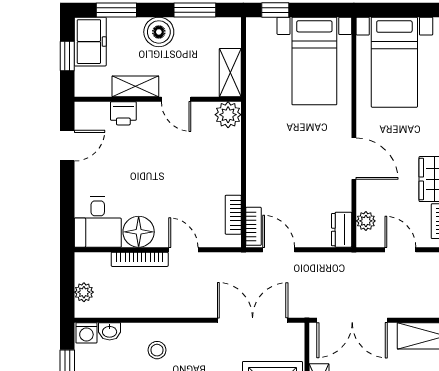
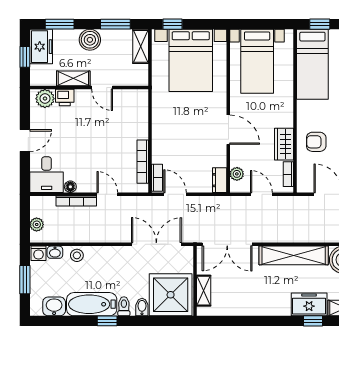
bed with nightstands: (314, 61) -> (191, 60), width x1.36
shelving: (230, 73) -> (141, 46), moved
plant: (228, 115) -> (45, 99), moved
door: (67, 146) -> (25, 141), moved
bookcase: (233, 215) -> (143, 162), width x1.56
floor lamp: (139, 232) -> (70, 187), width x0.53, depth x0.53
stool: (157, 350) -> (77, 255), moved

